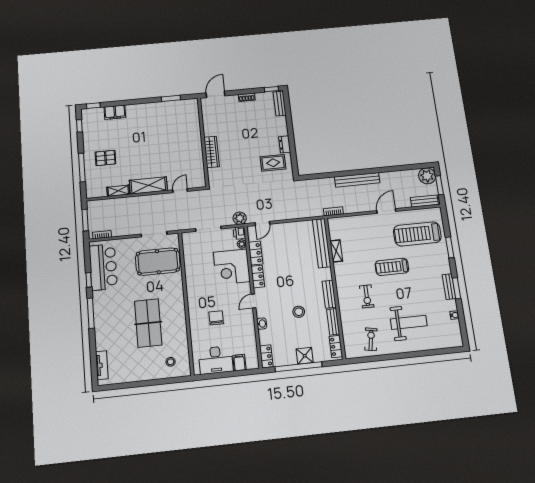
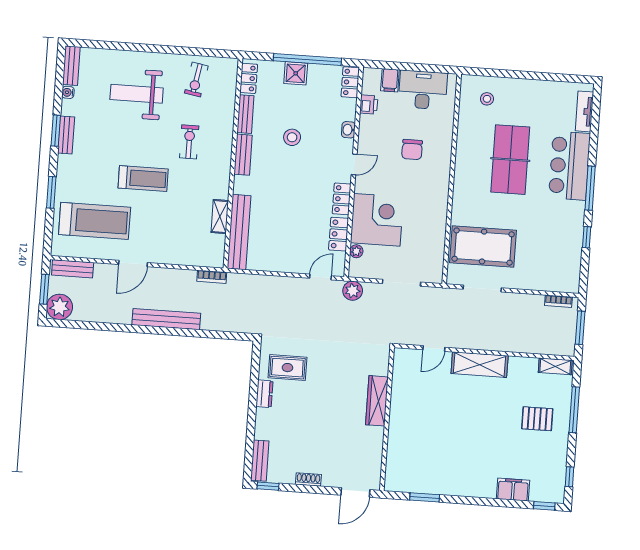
shelving: (118, 191) -> (555, 366), moved
printer: (239, 233) -> (369, 104), moved
bar counter: (103, 267) -> (569, 166), moved
bench: (457, 334) -> (71, 66), added

